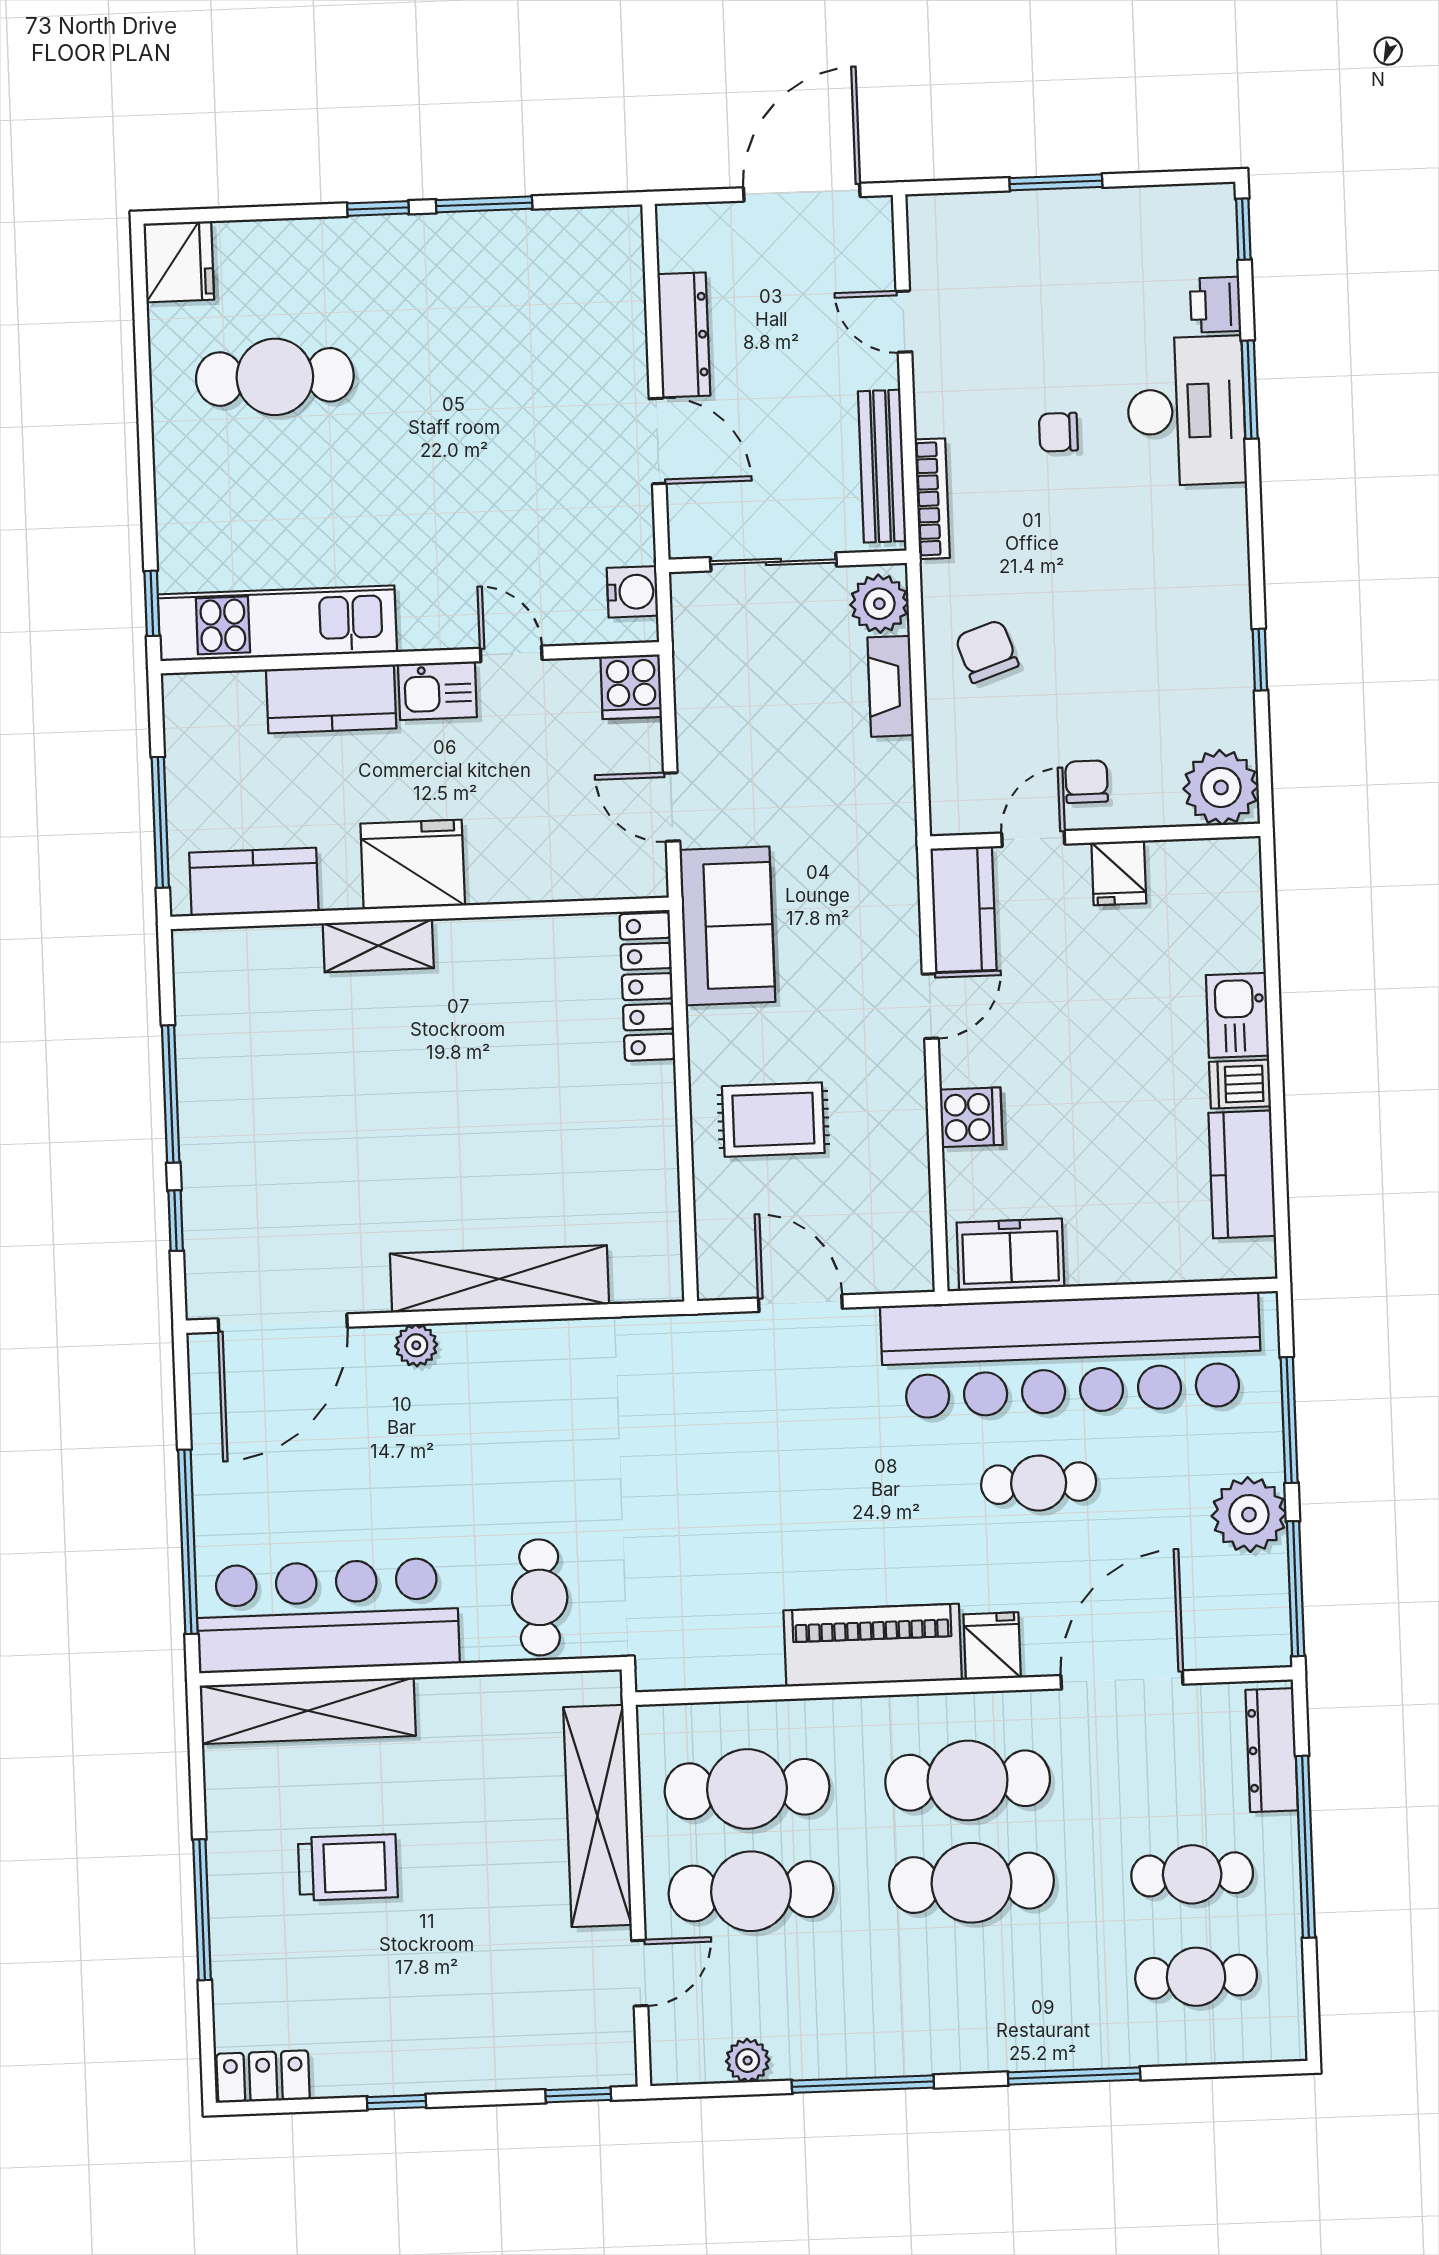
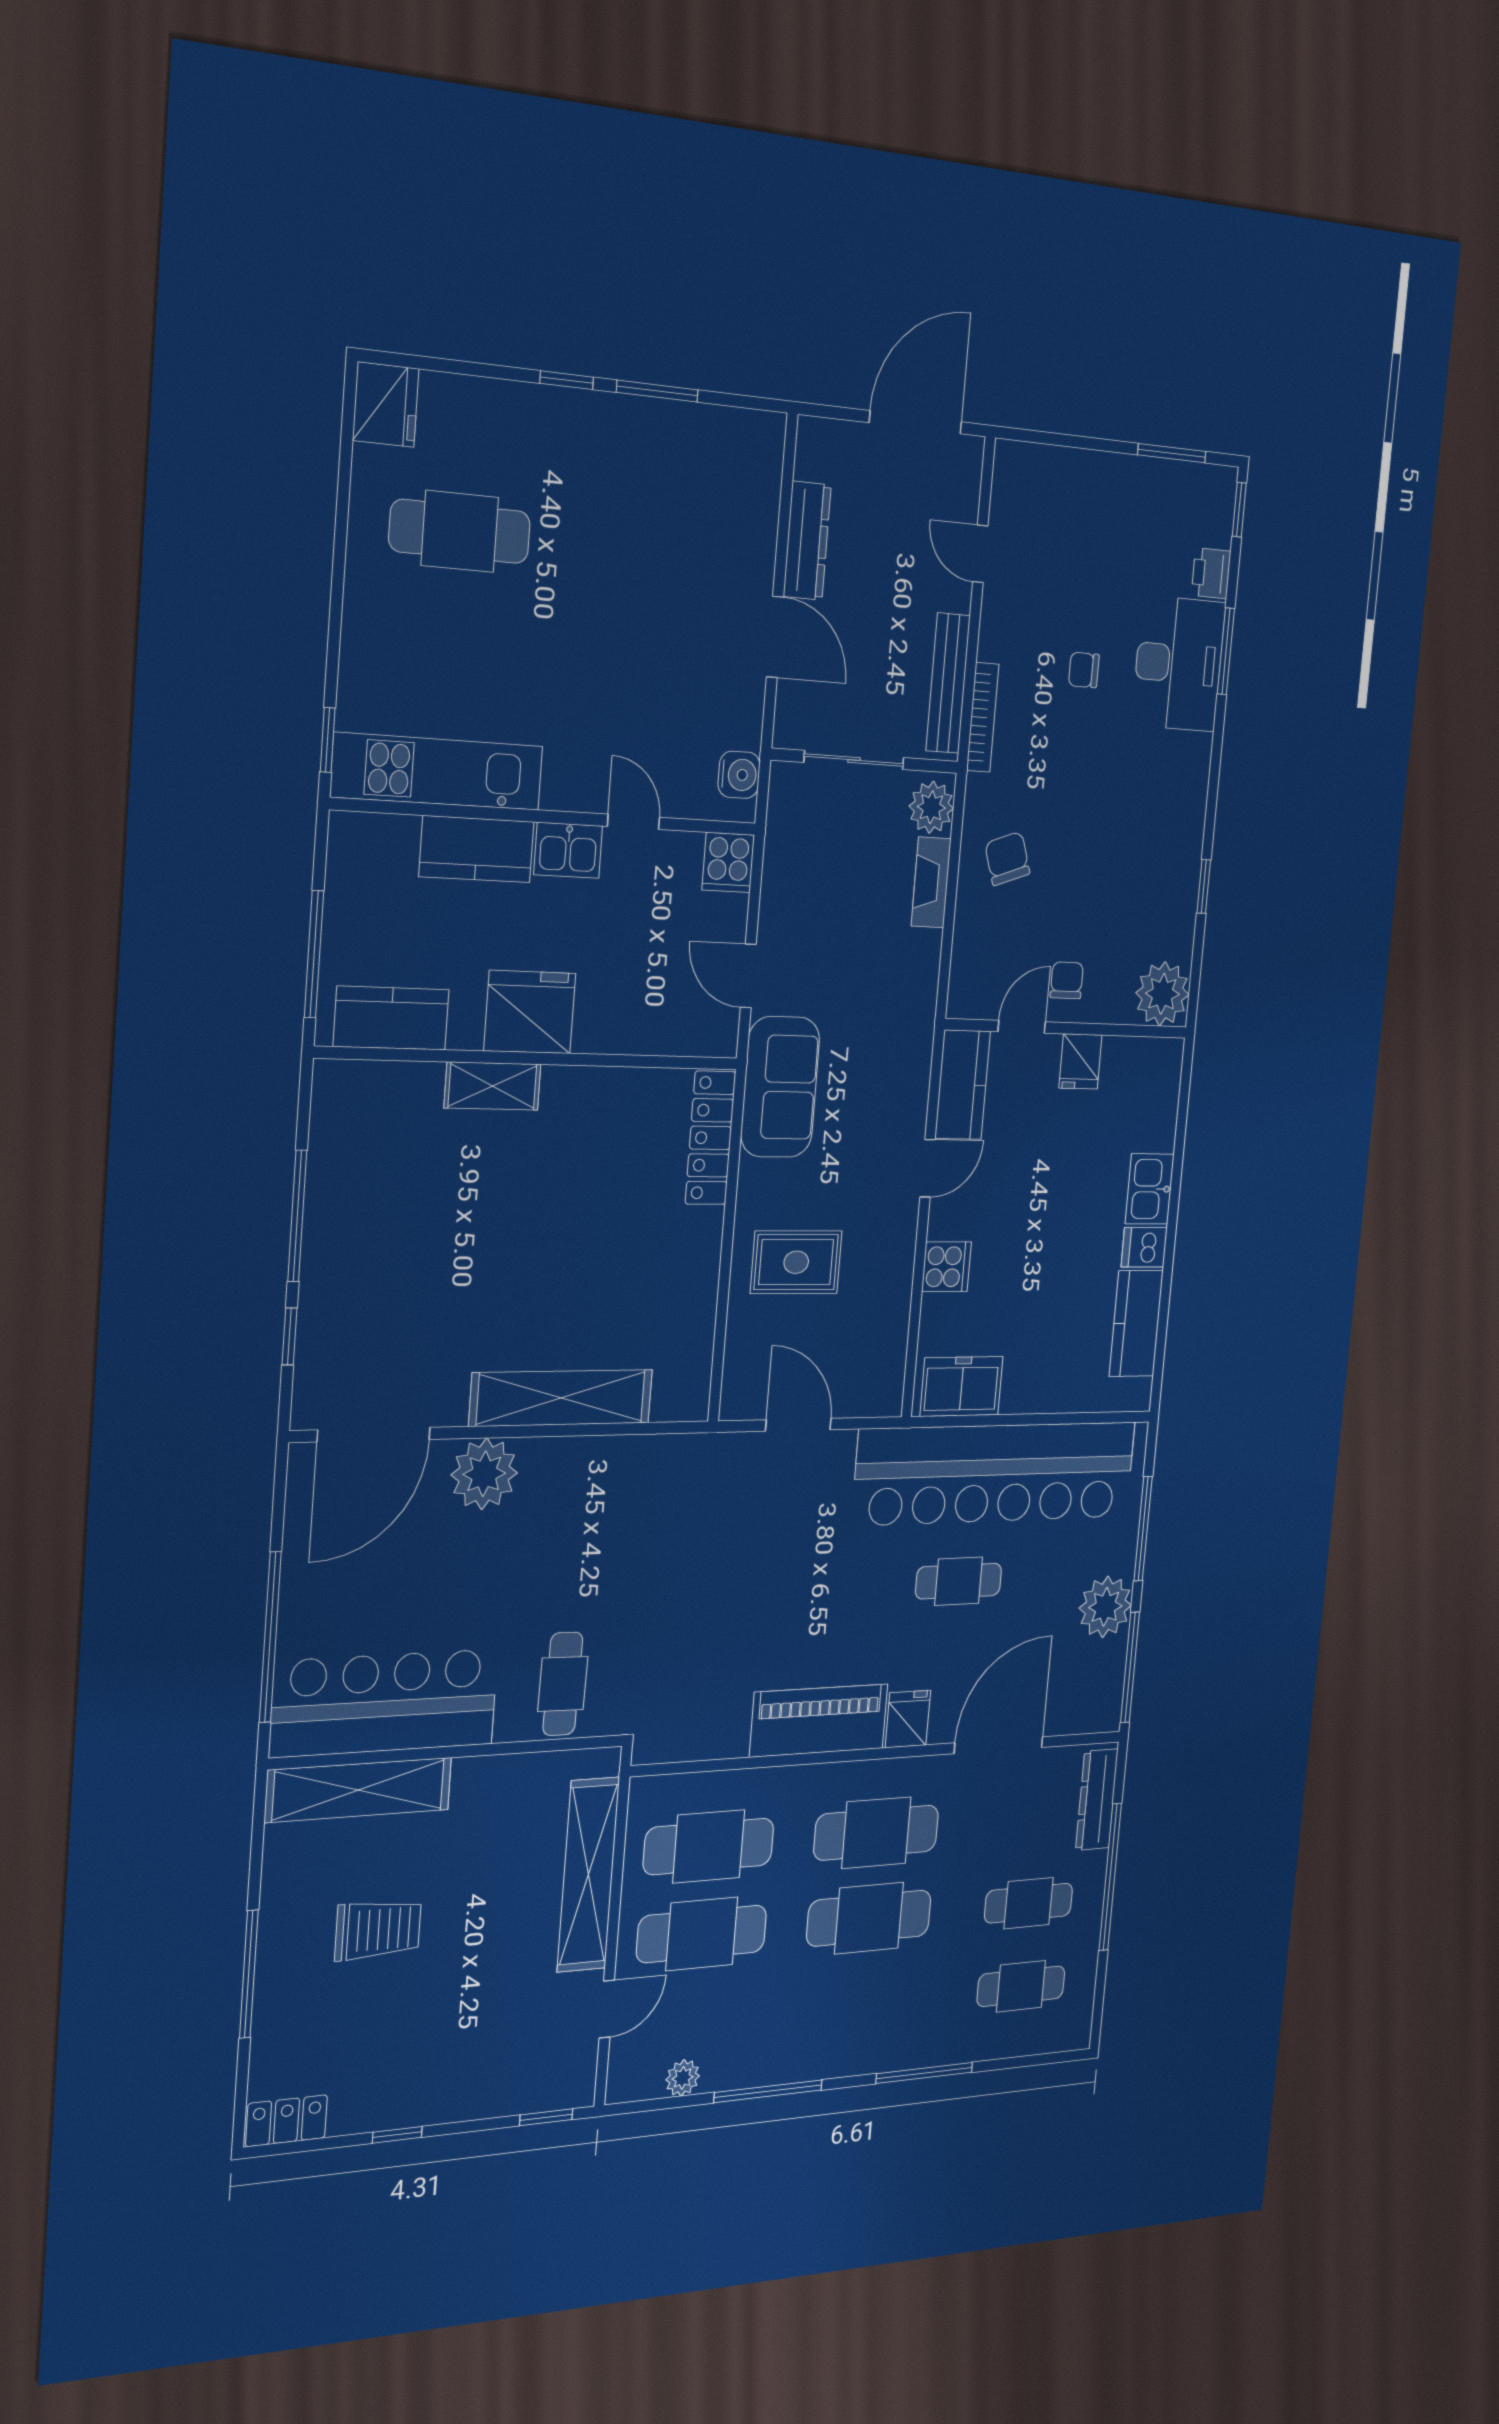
window: (1056, 182) -> (1172, 453), moved
plant: (416, 1345) -> (484, 1474), width x1.87, depth x1.87

